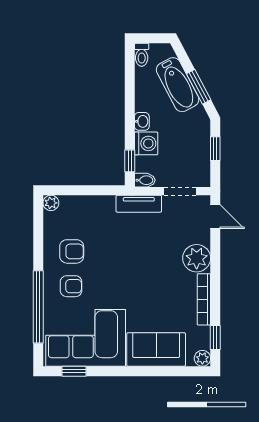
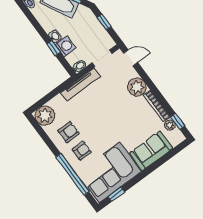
window: (130, 161) -> (54, 48), moved
plant: (51, 203) -> (45, 116), width x1.88, depth x1.88
tv unit: (139, 204) -> (80, 84), width x1.41
plant: (202, 358) -> (170, 125), moved

